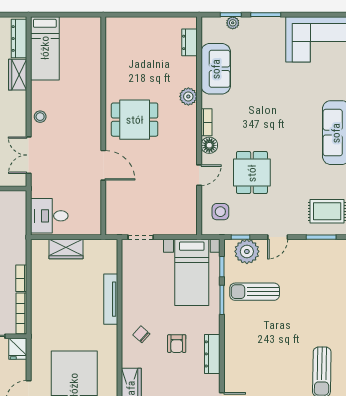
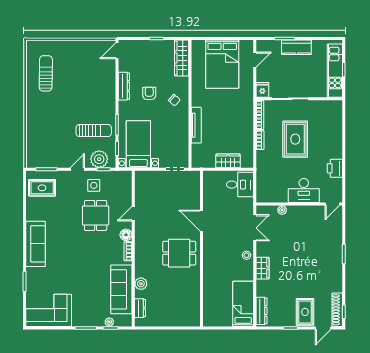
sofa: (216, 69) -> (121, 289), width x1.36
wardrobe: (18, 75) -> (263, 268), moved
plant: (188, 96) -> (141, 284), moved
side table: (220, 212) -> (94, 185), moved

